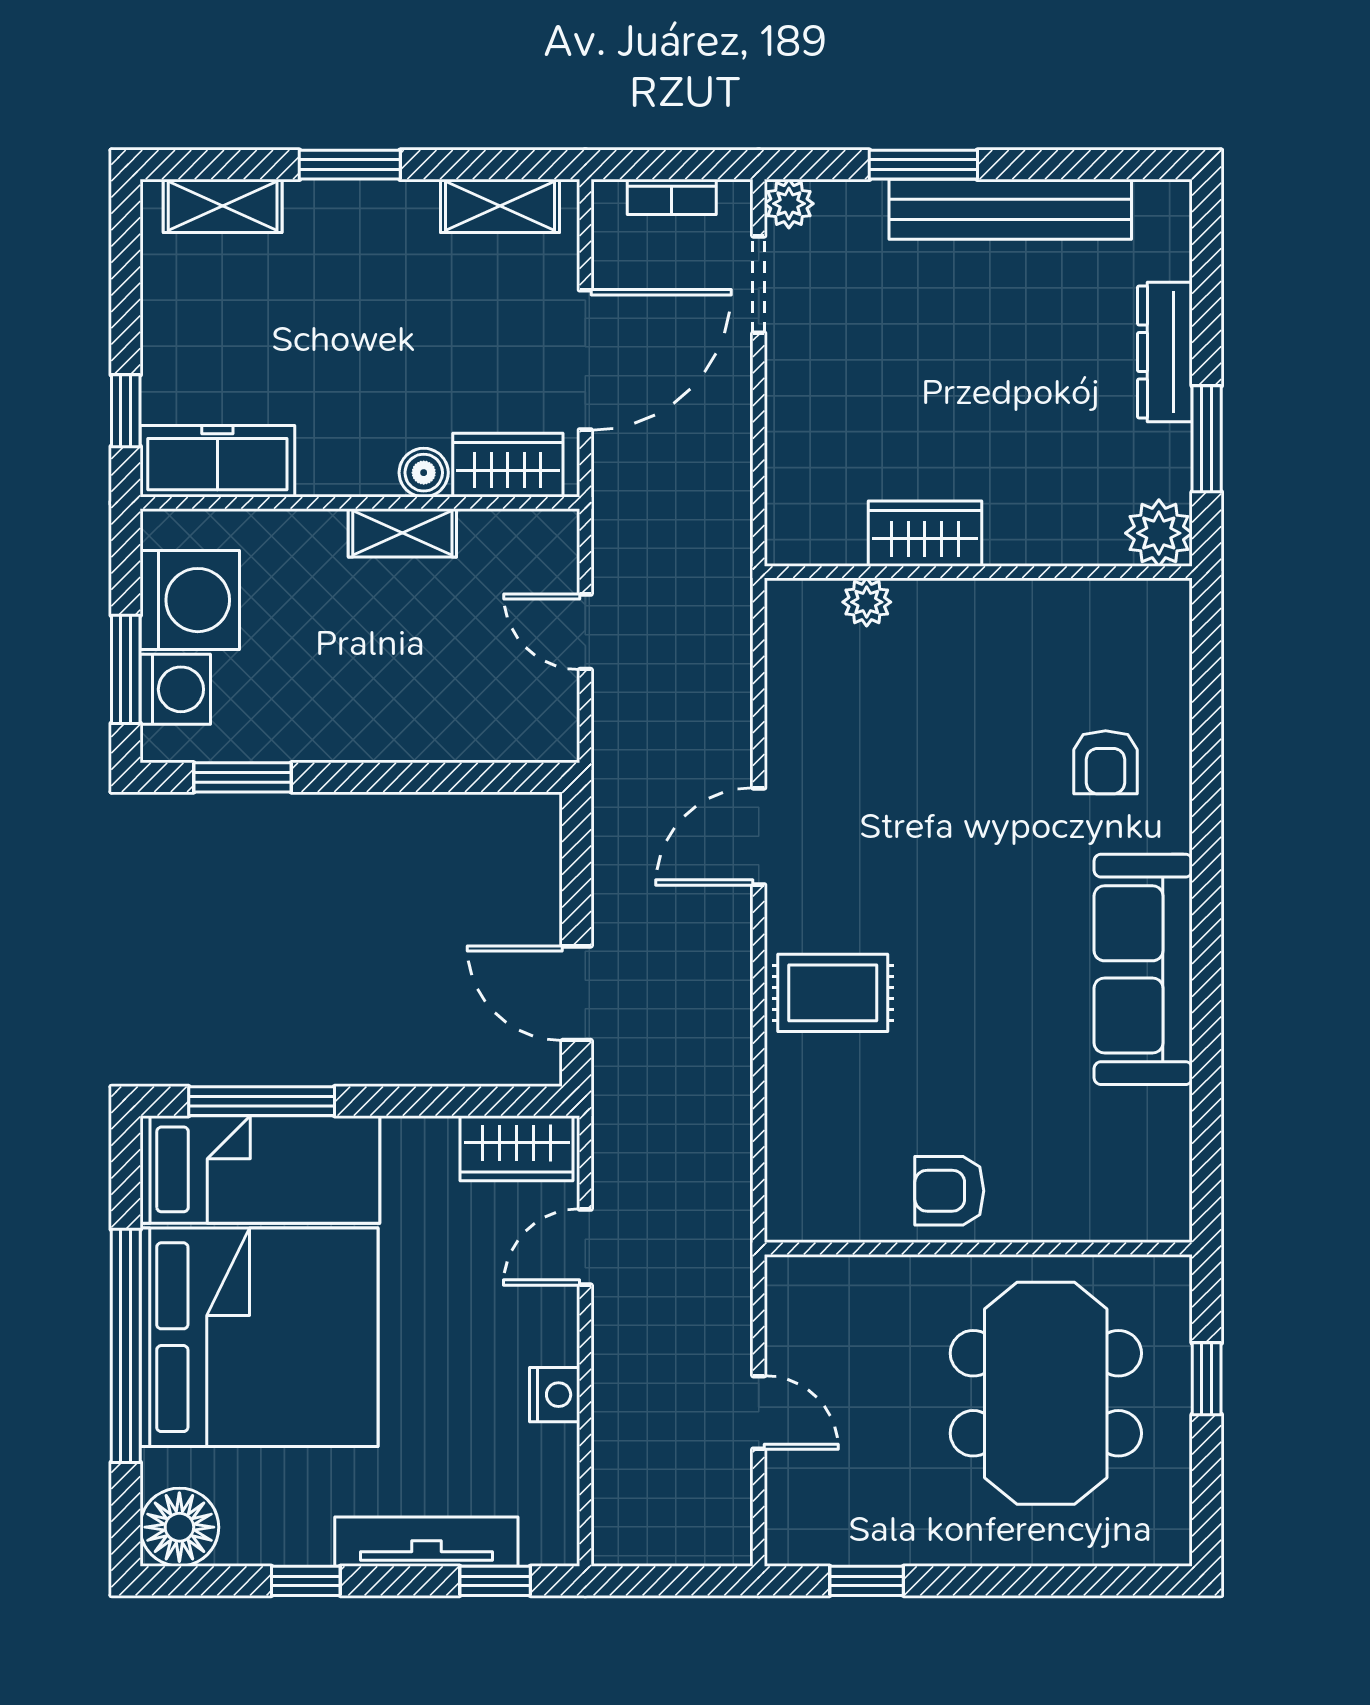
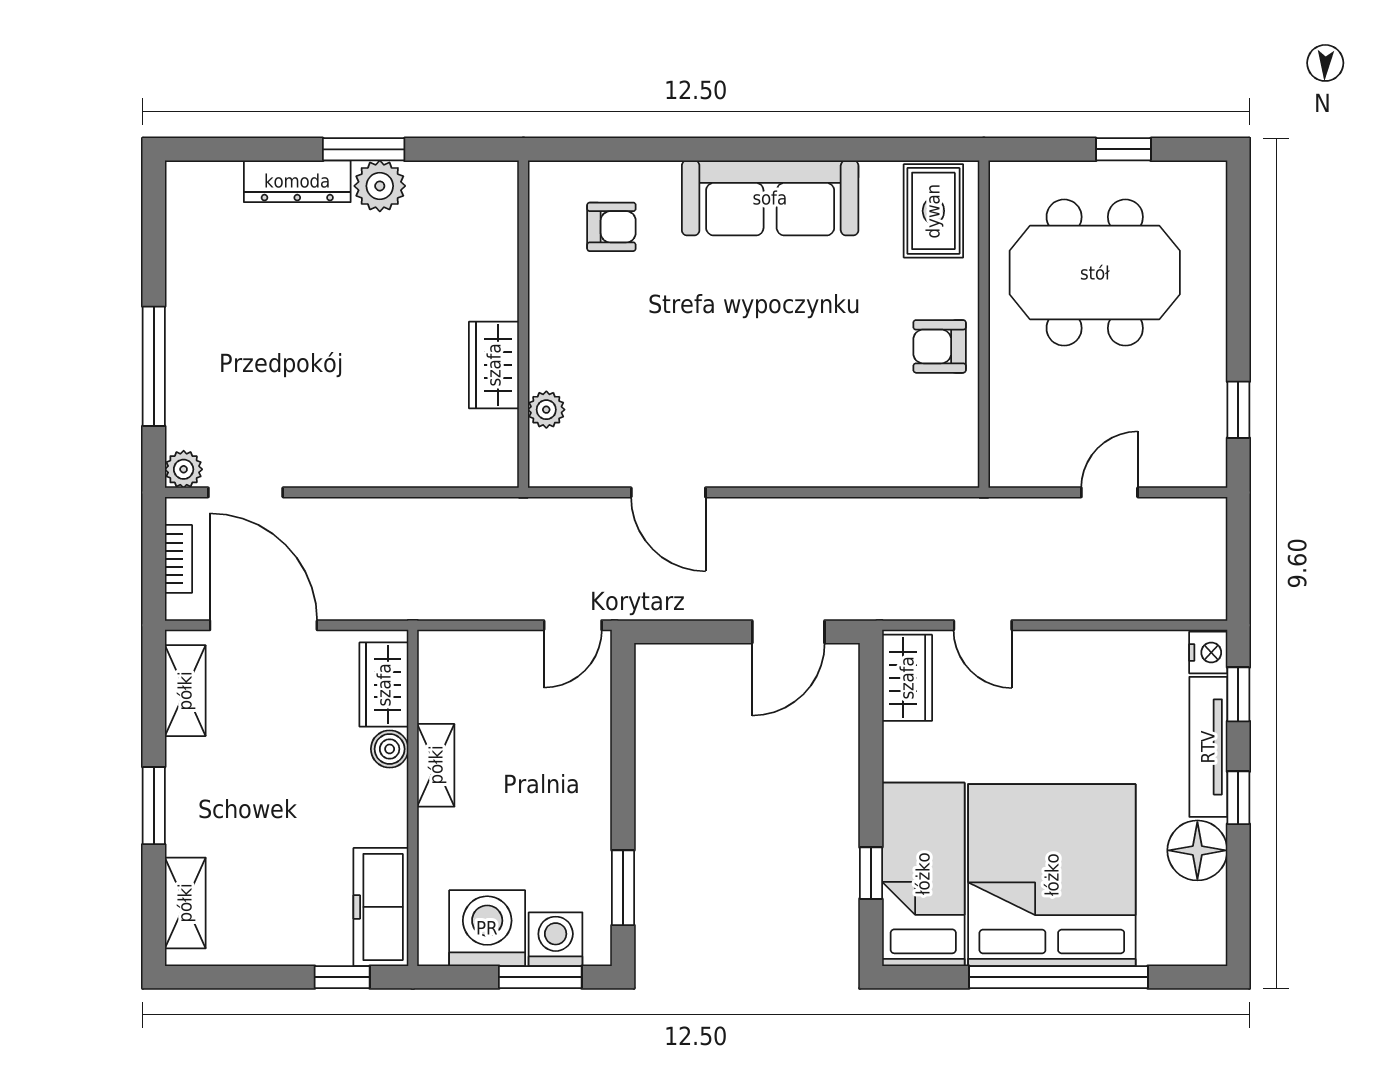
window: (923, 165) -> (154, 366), width x1.44
bench: (1010, 209) -> (188, 300), removed
door: (585, 360) -> (263, 625), moved
plant: (1159, 533) -> (380, 186), moved
wardrobe: (925, 534) -> (494, 365), moved
wall: (978, 572) -> (523, 324), moved
plant: (867, 602) -> (546, 410), moved
door: (585, 632) -> (573, 625), moved
rug: (833, 993) -> (933, 211), moved
window: (262, 1101) -> (871, 873), width x0.46
armchair: (949, 1191) -> (940, 346), turned 90
window: (1207, 1379) -> (1123, 149), moved
nightstand: (555, 1395) -> (1208, 652), moved, turned 90
floor lamp: (179, 1527) -> (1197, 850), moved
window: (306, 1581) -> (1238, 798), moved

